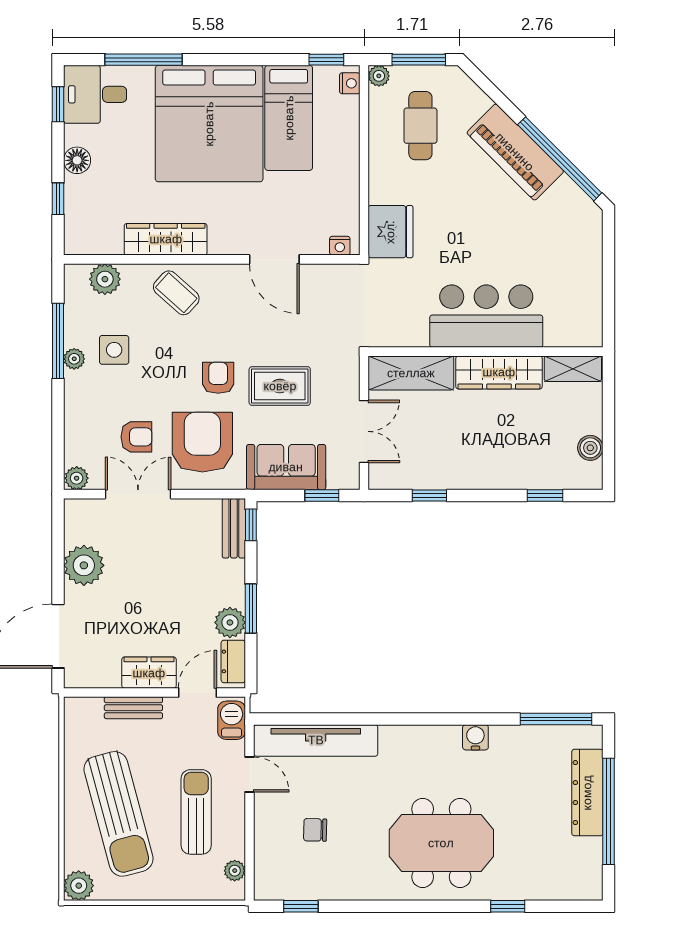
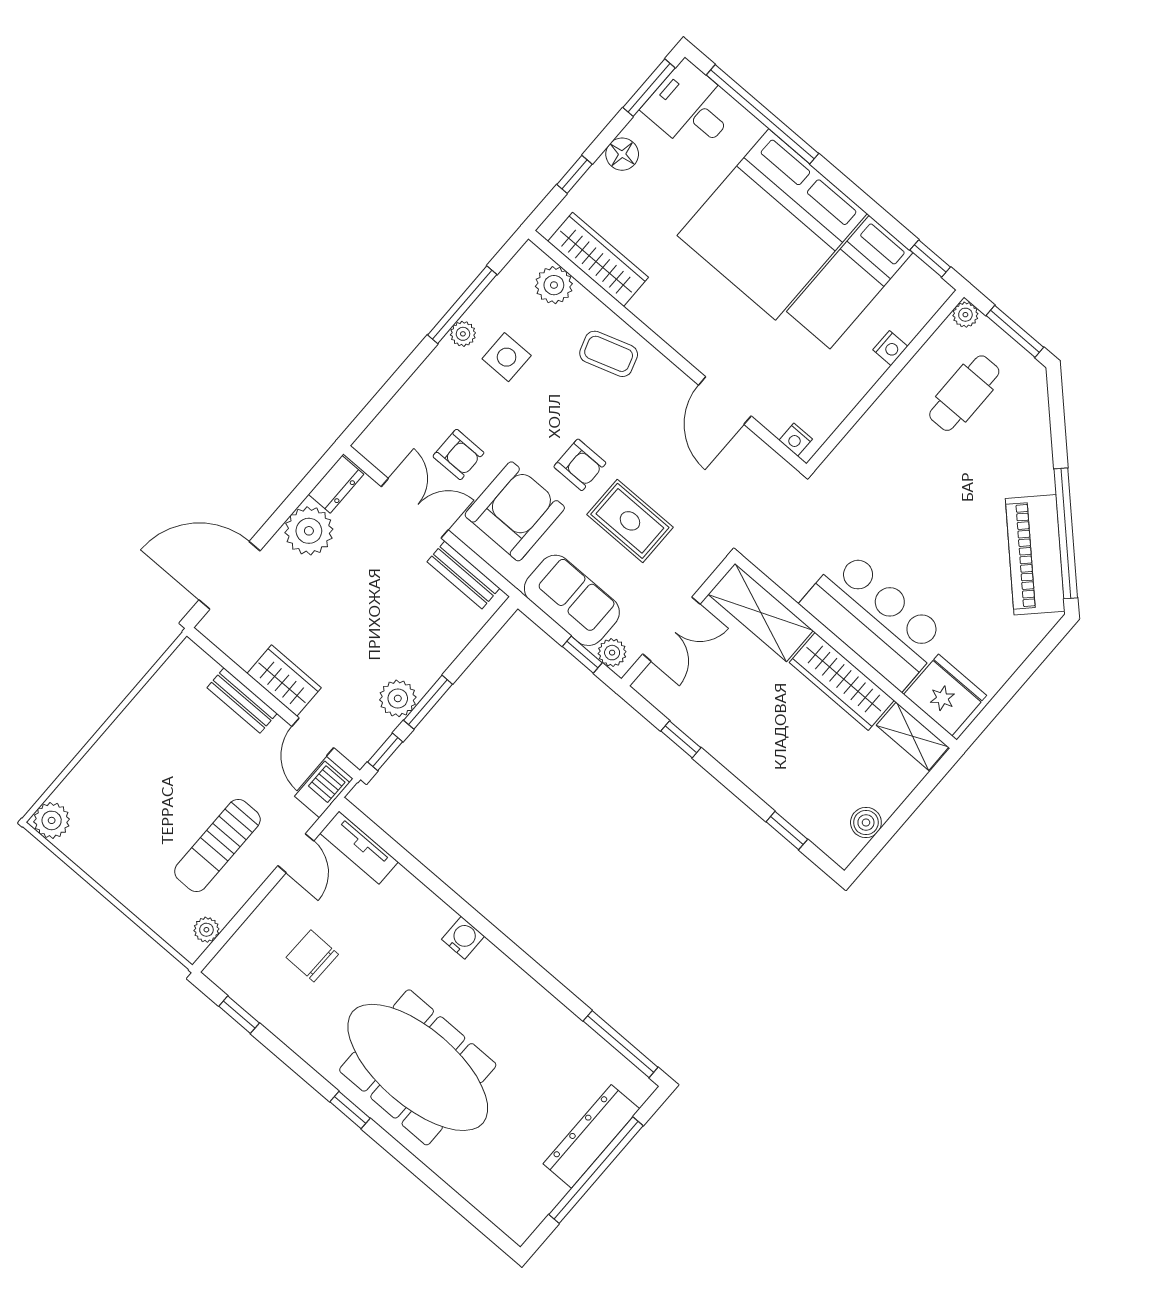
window: (144, 60) -> (762, 114), width x1.46
nightstand: (350, 83) -> (890, 348), moved
window: (58, 104) -> (649, 88), width x1.50
piano: (515, 152) -> (1035, 555), moved
fridge: (390, 232) -> (945, 695), moved, turned -90
wardrobe: (166, 239) -> (598, 259), moved
coffee table: (176, 293) -> (609, 354), turned -60
armchair: (218, 378) -> (580, 465), turned 90
plant: (77, 478) -> (612, 653), moved
window: (251, 525) -> (385, 752), moved
bench: (234, 528) -> (463, 575), moved, turned 90
dresser: (233, 661) -> (336, 484), moved, turned 180
door: (197, 692) -> (313, 737), swing flipped
water cooler: (475, 737) -> (463, 938), moved
tv unit: (316, 740) -> (359, 848), width x0.52, depth x0.78
sun lounger: (196, 812) -> (217, 846), turned 180
sun lounger: (118, 814) -> (145, 786), removed
chair: (315, 830) -> (312, 956), width x1.37, depth x1.37
meeting table: (441, 843) -> (418, 1067), width x1.36
window: (508, 906) -> (350, 1110), moved

